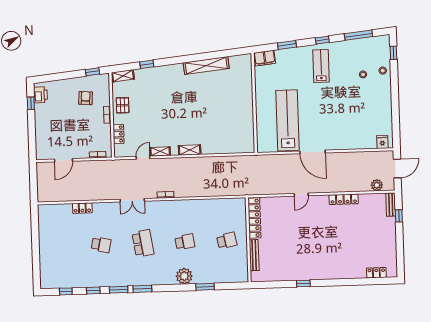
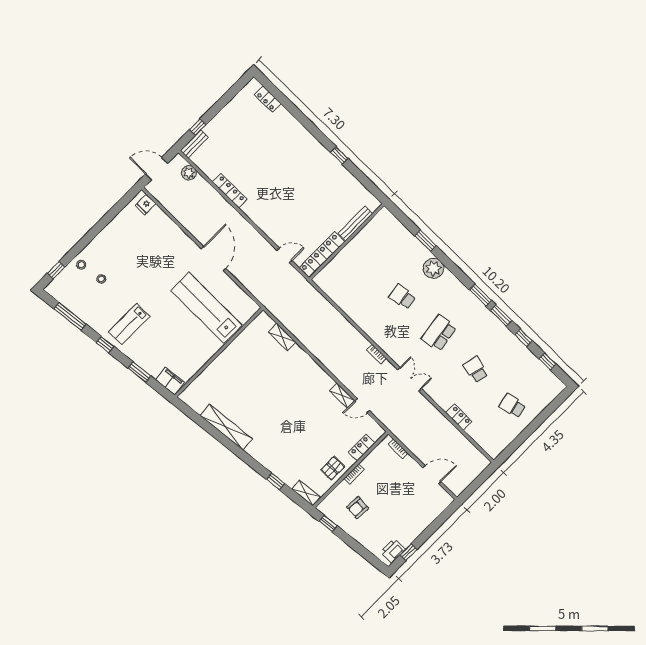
lab bench: (287, 120) -> (206, 308), turned 90
shelving: (190, 150) -> (282, 337), moved
door: (301, 195) -> (284, 255), moved
school desk: (227, 241) -> (512, 406), moved

